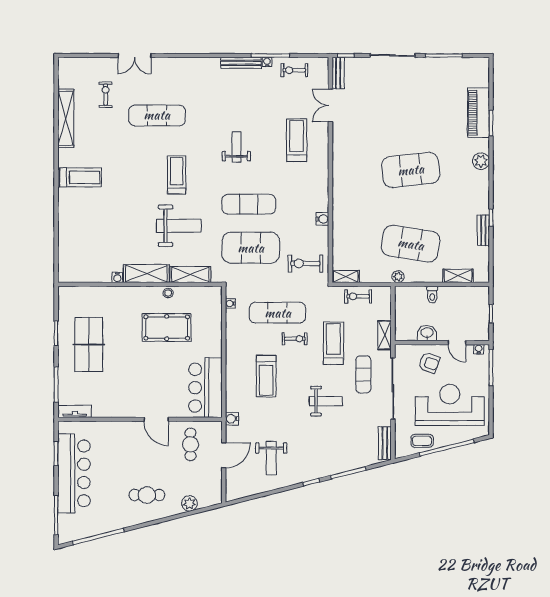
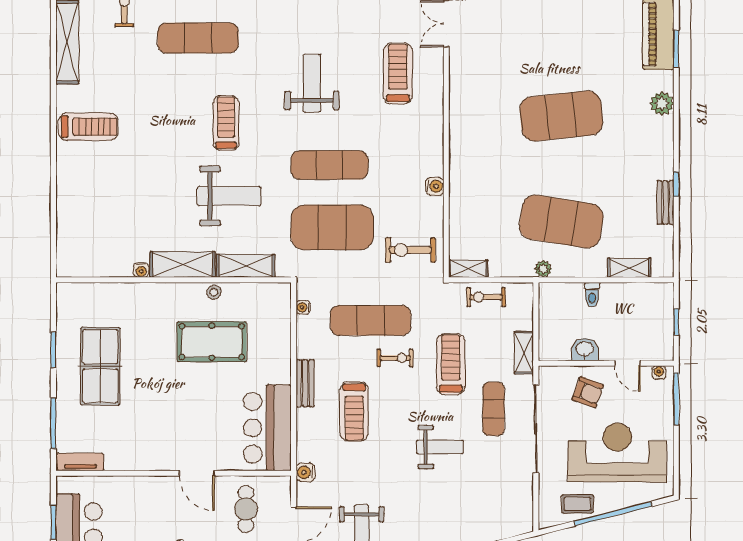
weight bench: (236, 147) -> (312, 83), width x1.36, depth x1.33
bench: (385, 443) -> (305, 383), moved

